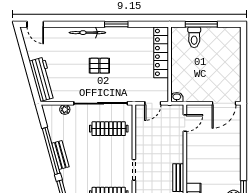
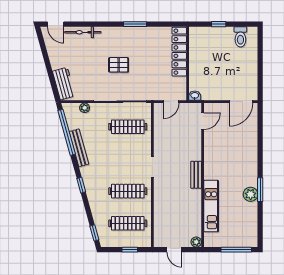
window: (201, 24) -> (219, 24), width x0.46
bicycle: (87, 33) -> (83, 32), moved
toilet: (194, 37) -> (240, 37), moved
workbench: (42, 79) -> (64, 84), width x0.73
window: (51, 151) -> (67, 132), moved
bench: (60, 155) -> (79, 148), width x1.36

